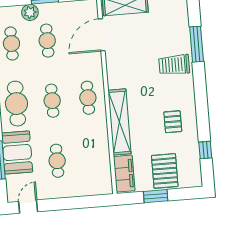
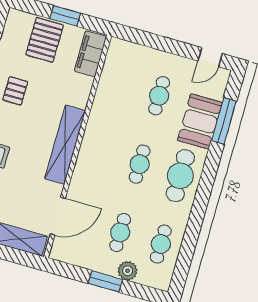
cafe table: (88, 98) -> (99, 153), removed
shelving: (119, 122) -> (65, 145), moved

